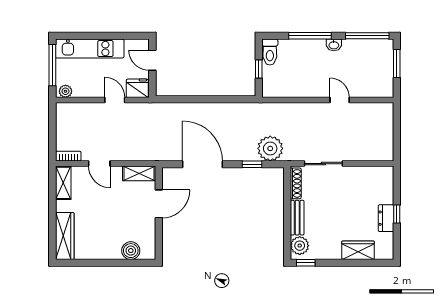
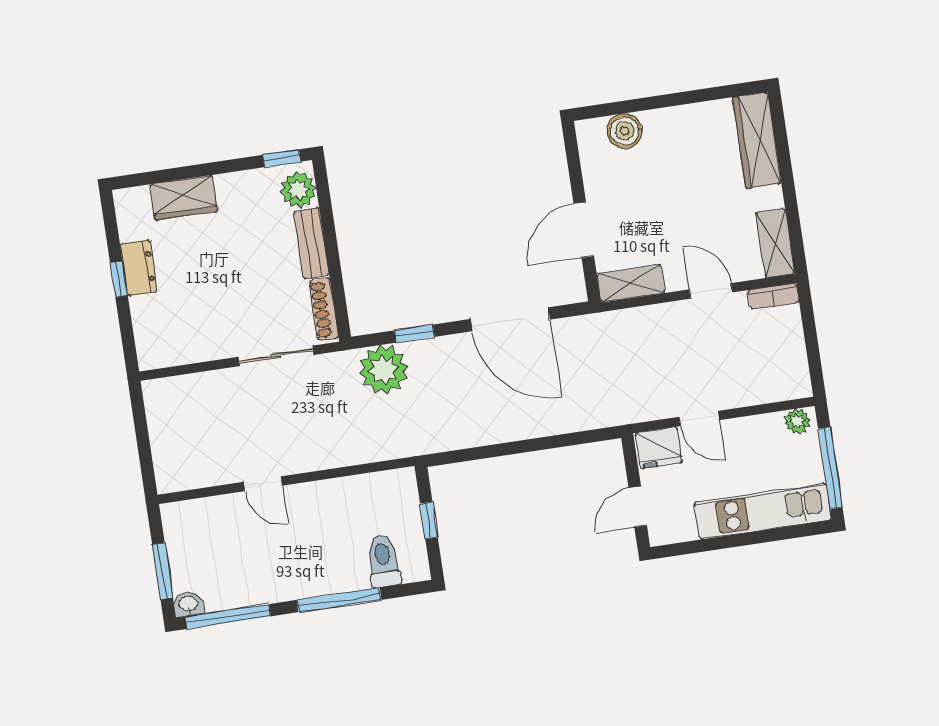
washbasin: (334, 45) -> (189, 604), moved
toilet: (270, 52) -> (383, 561), moved
door: (152, 60) -> (638, 507), swing flipped

